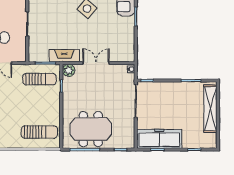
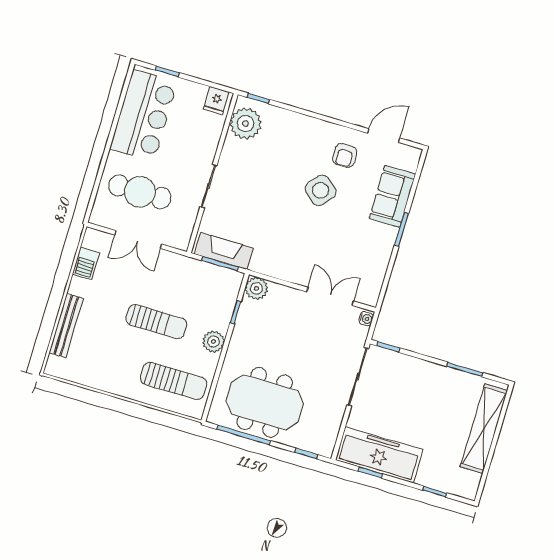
fireplace: (64, 56) -> (224, 251), moved
double door: (96, 63) -> (330, 296), moved
sun lounger: (39, 79) -> (156, 322), moved
plant: (54, 105) -> (213, 342), added

